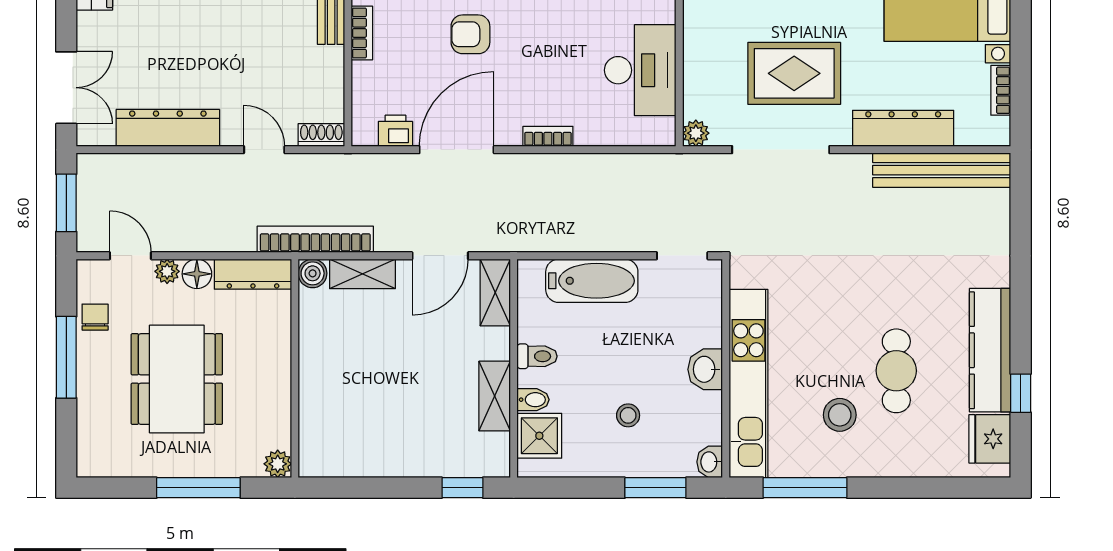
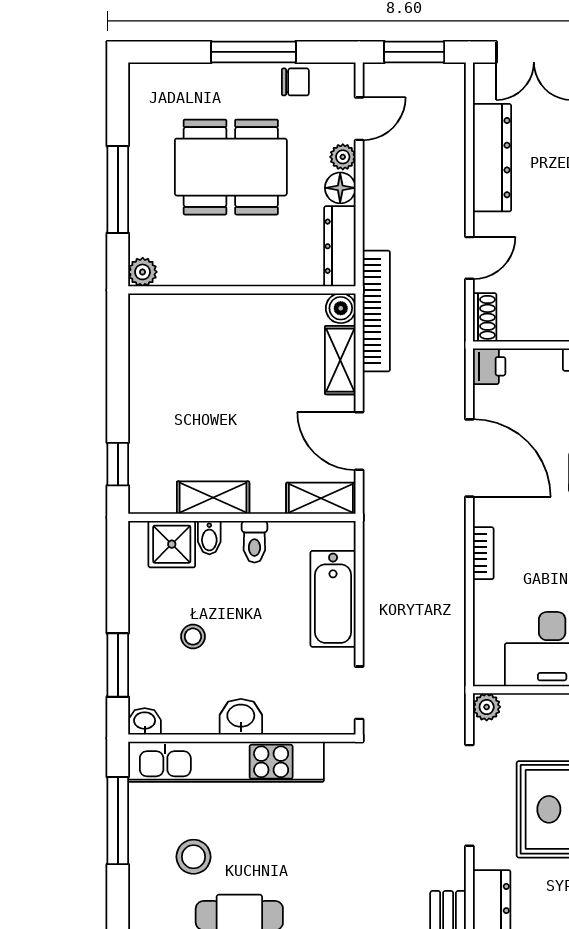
printer: (395, 131) -> (489, 366), moved

